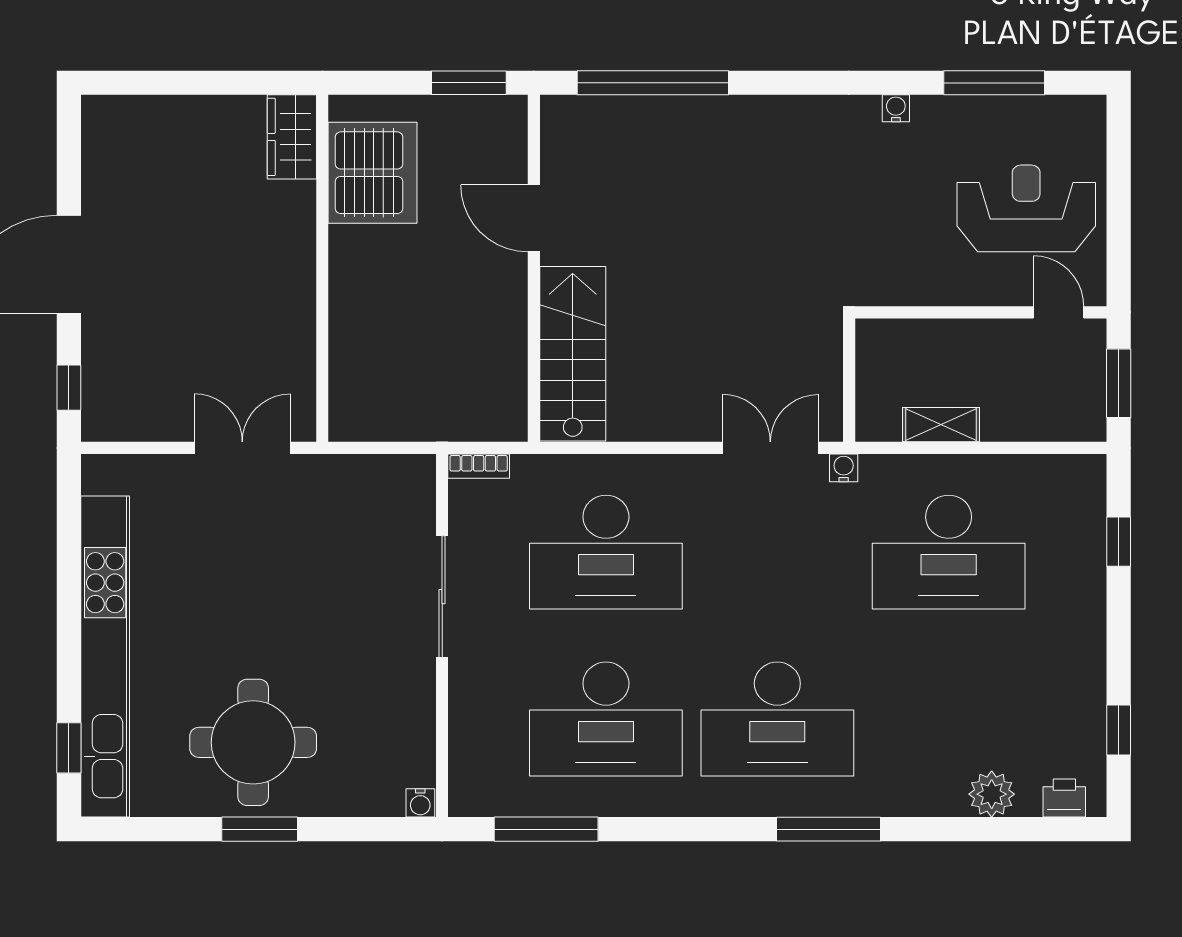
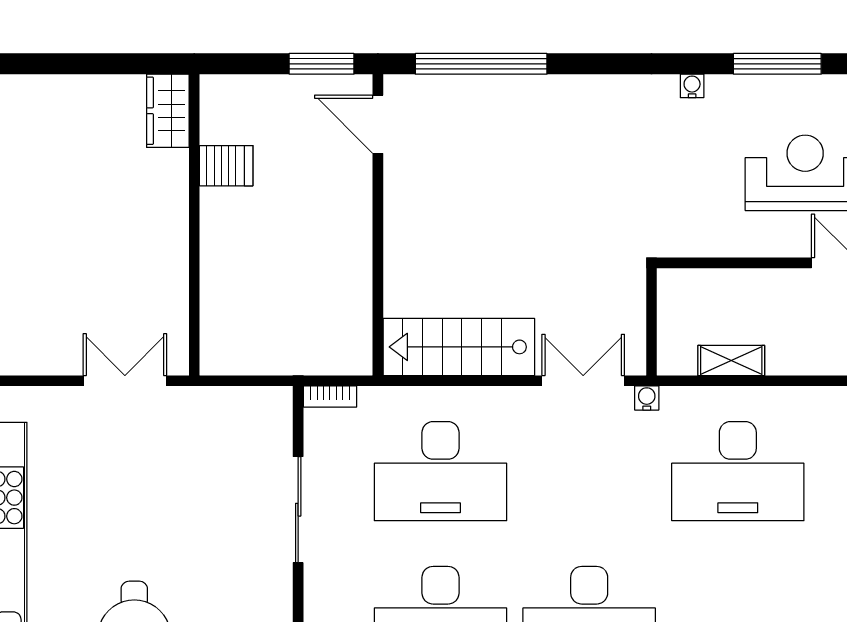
server rack: (373, 173) -> (226, 166), width x0.46, depth x0.70
door: (534, 218) -> (378, 124), moved
stairs: (573, 354) -> (459, 347), moved, turned -90

